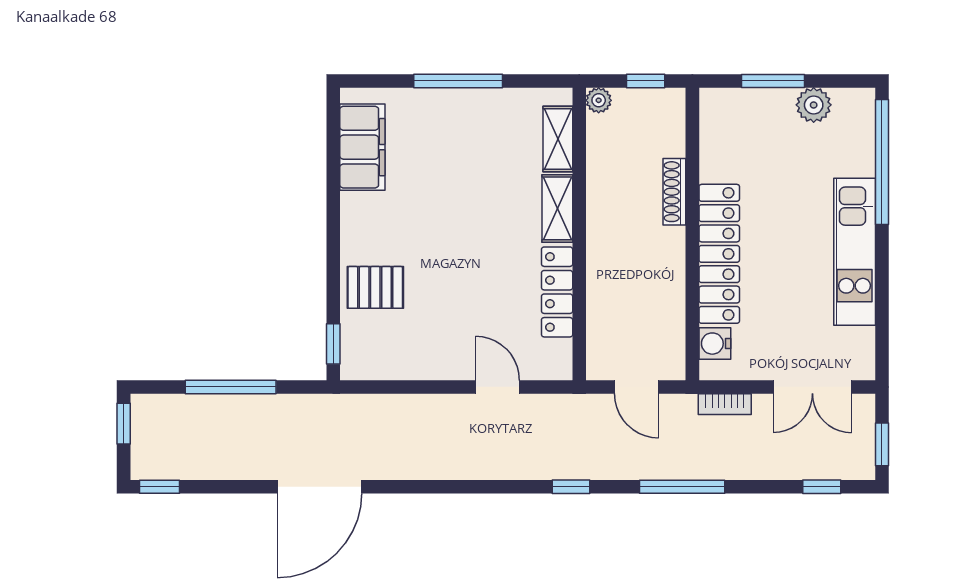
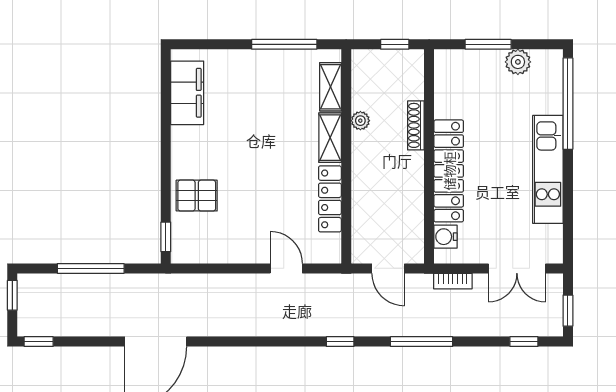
window: (458, 81) -> (284, 44), moved
plant: (599, 100) -> (360, 121), moved

